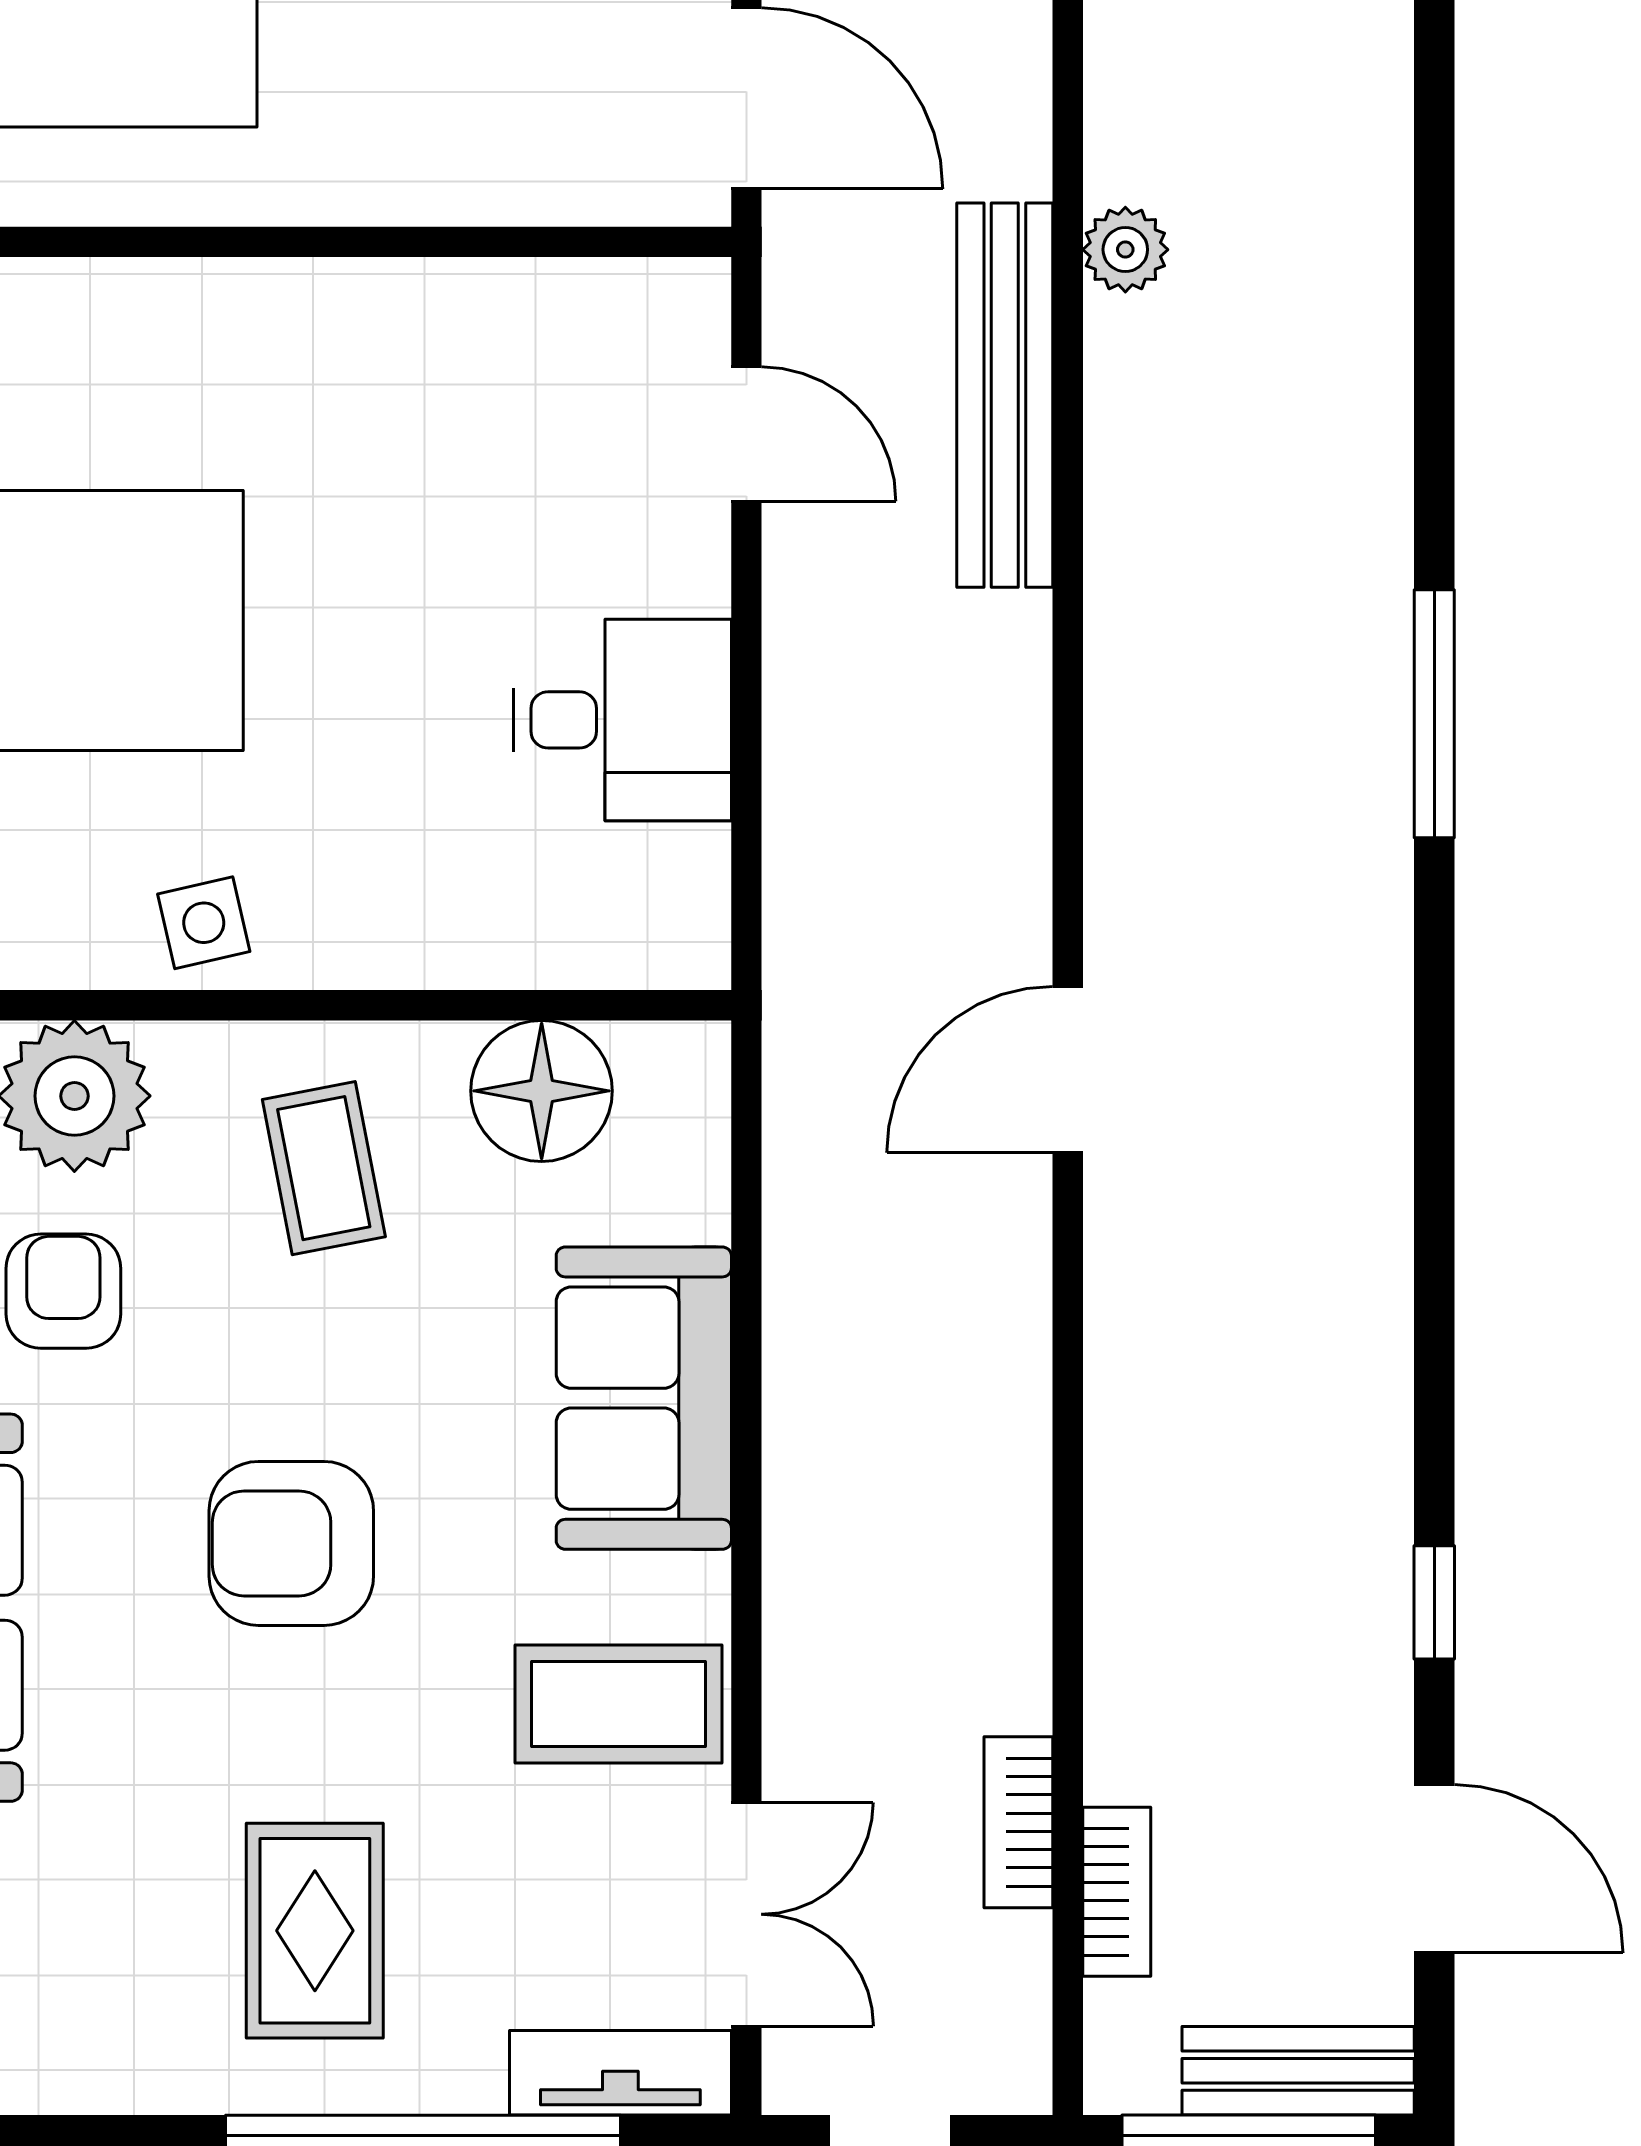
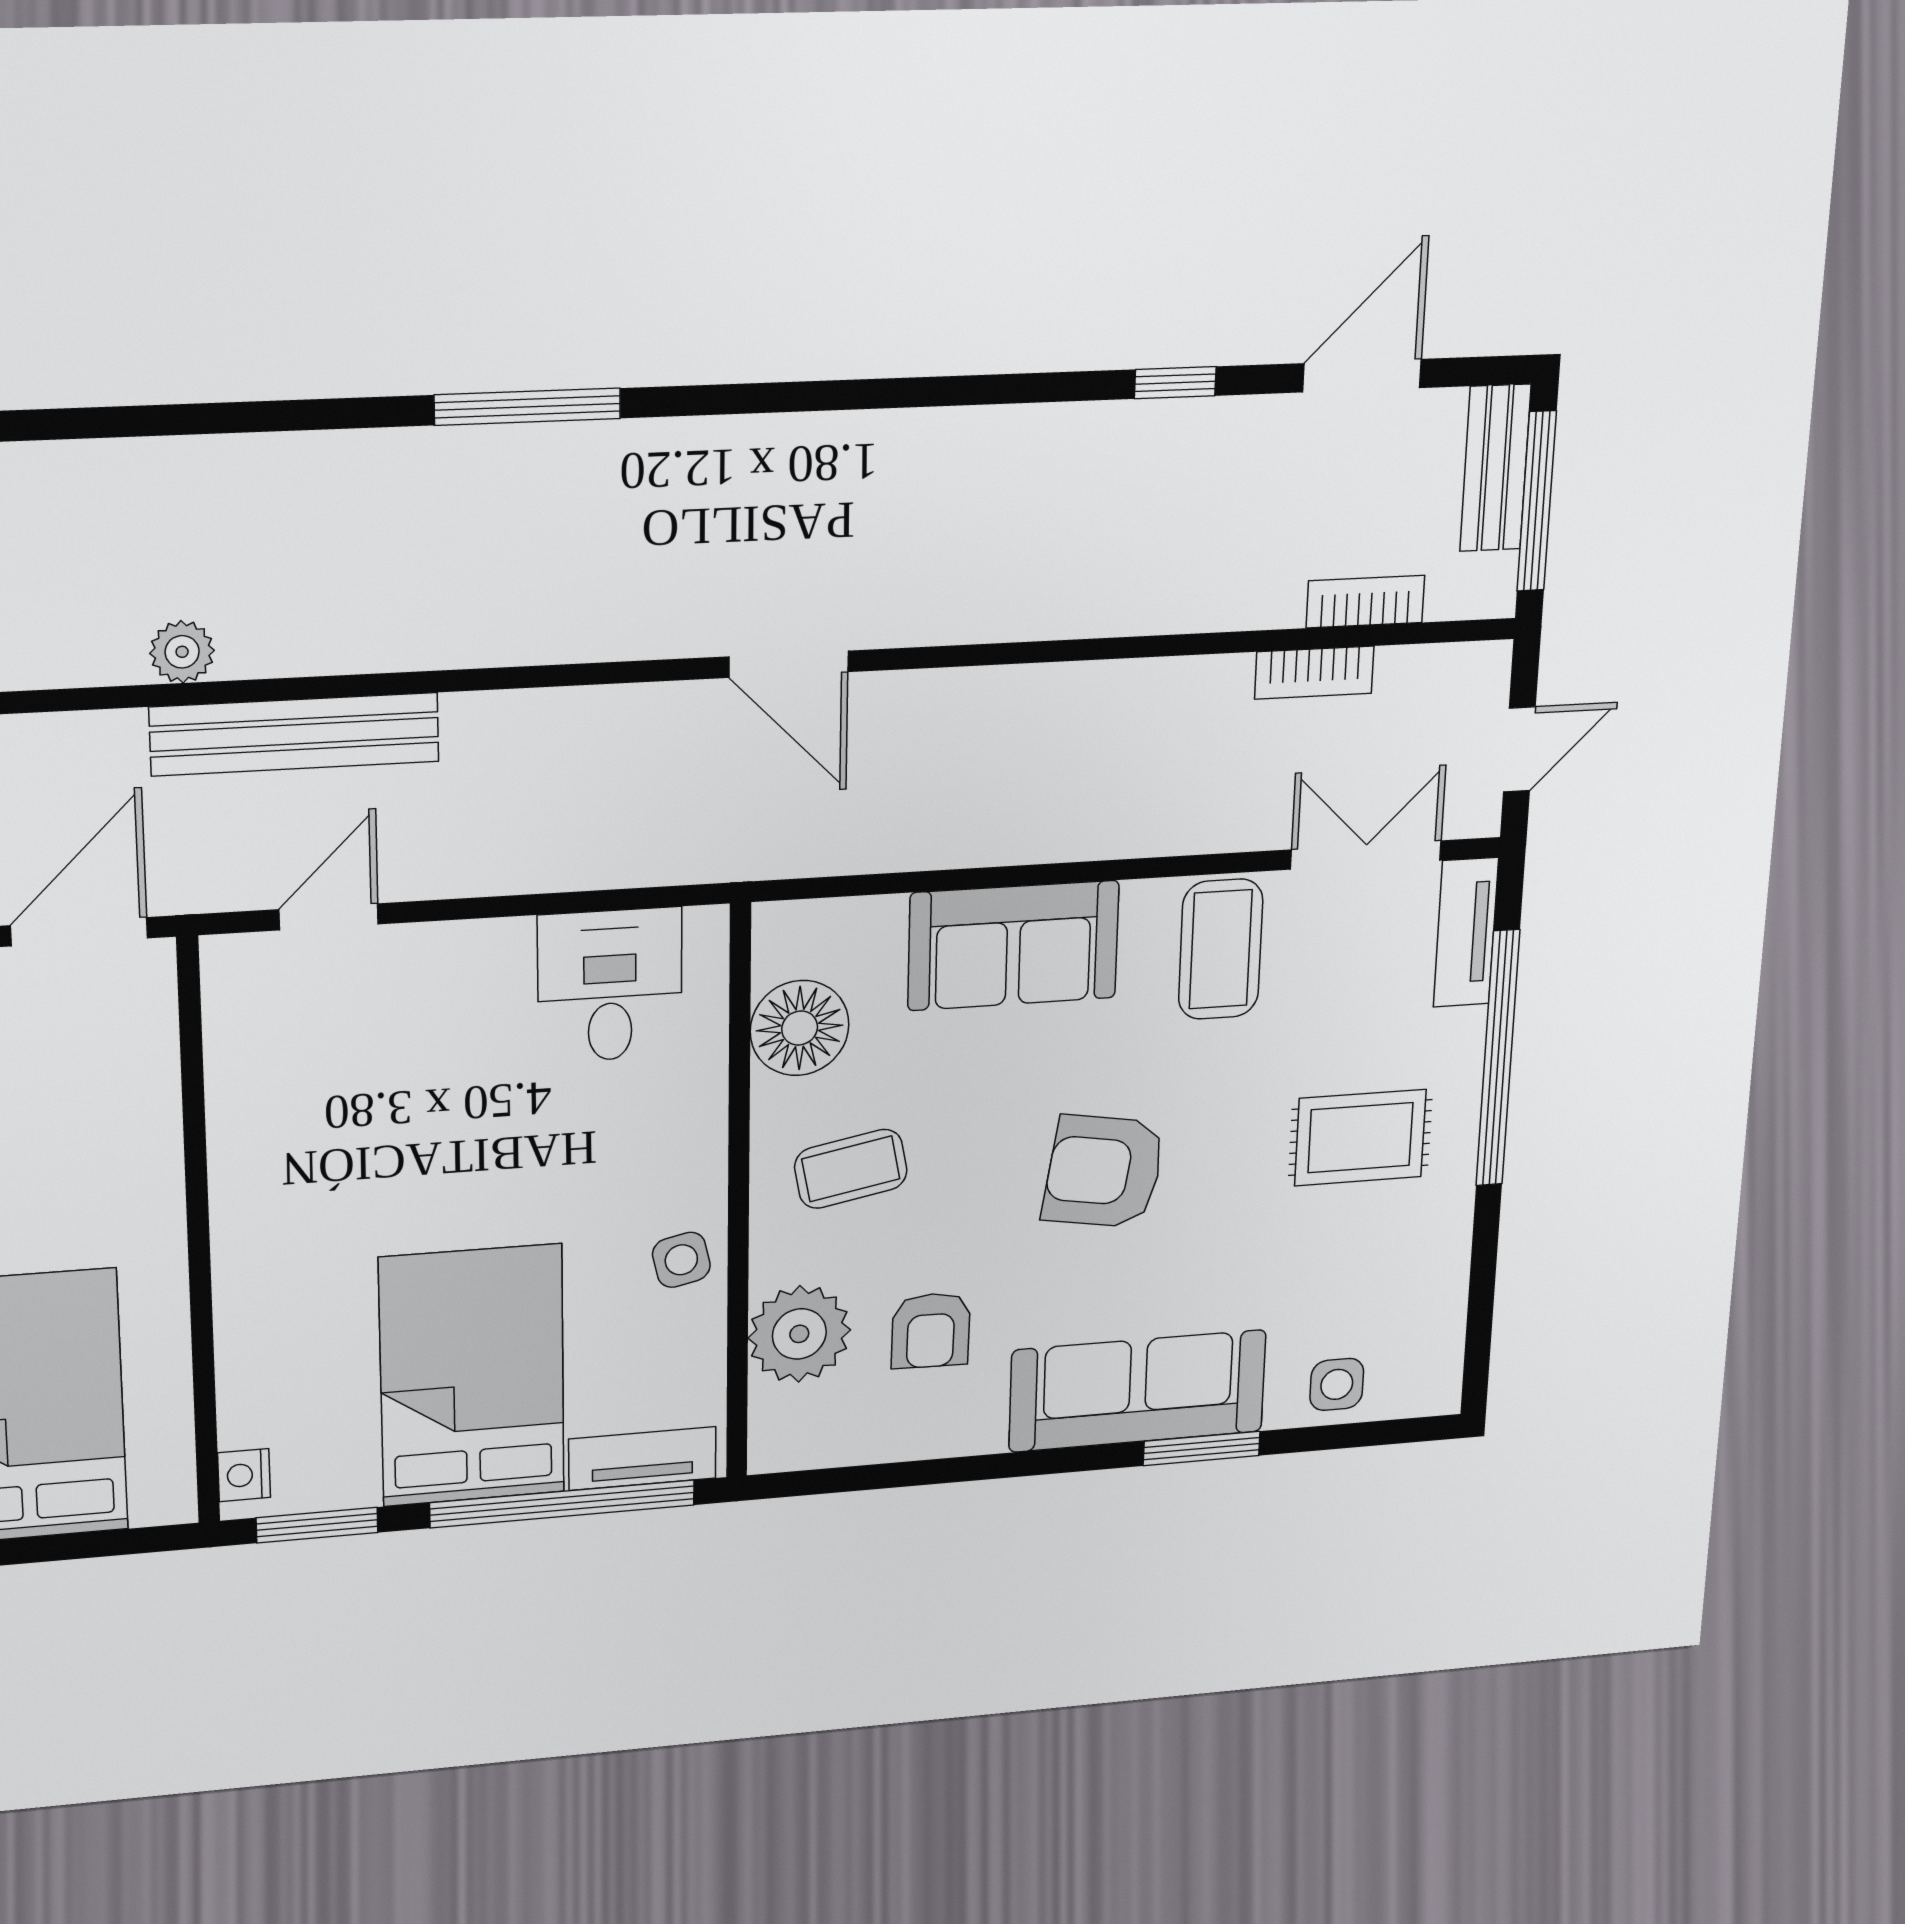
desk: (622, 720) -> (610, 985), moved
armchair: (63, 1291) -> (931, 1330), turned -89
armchair: (291, 1543) -> (1104, 1171), turned 99

